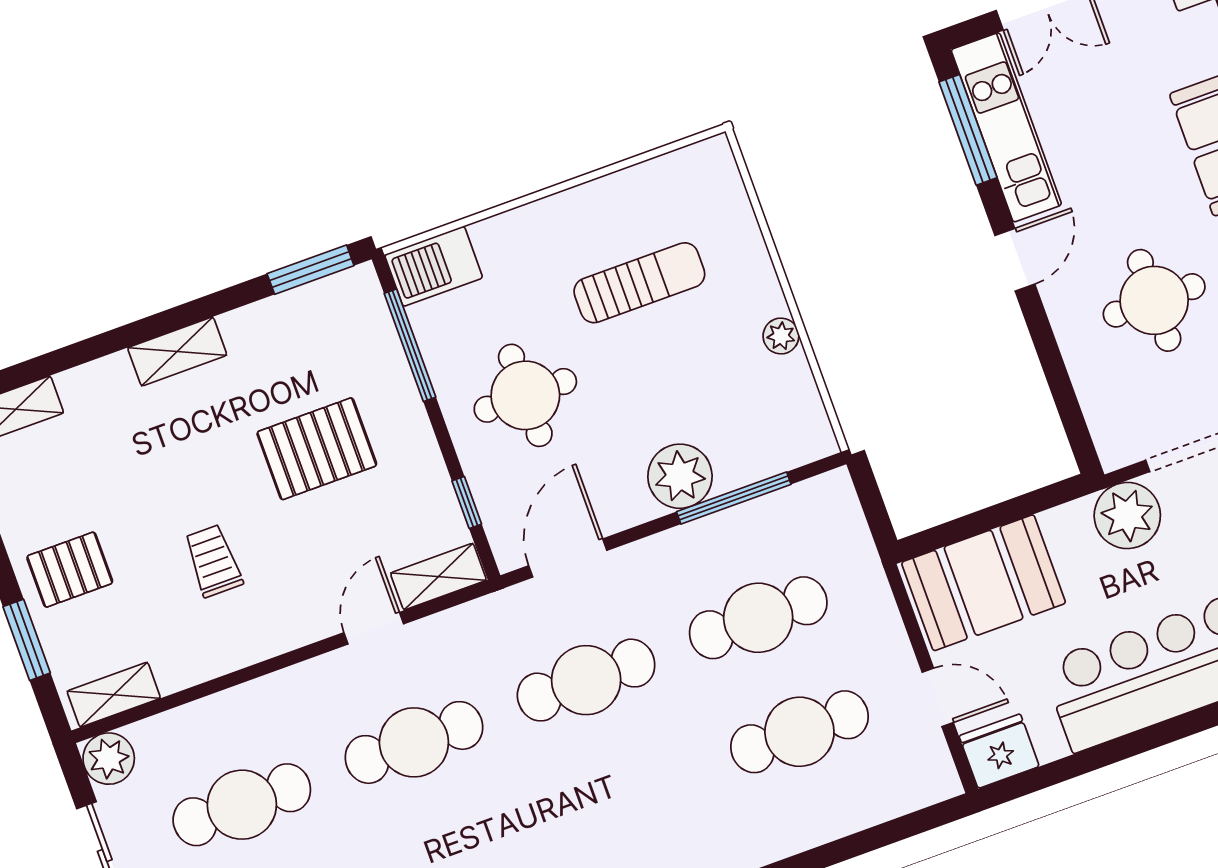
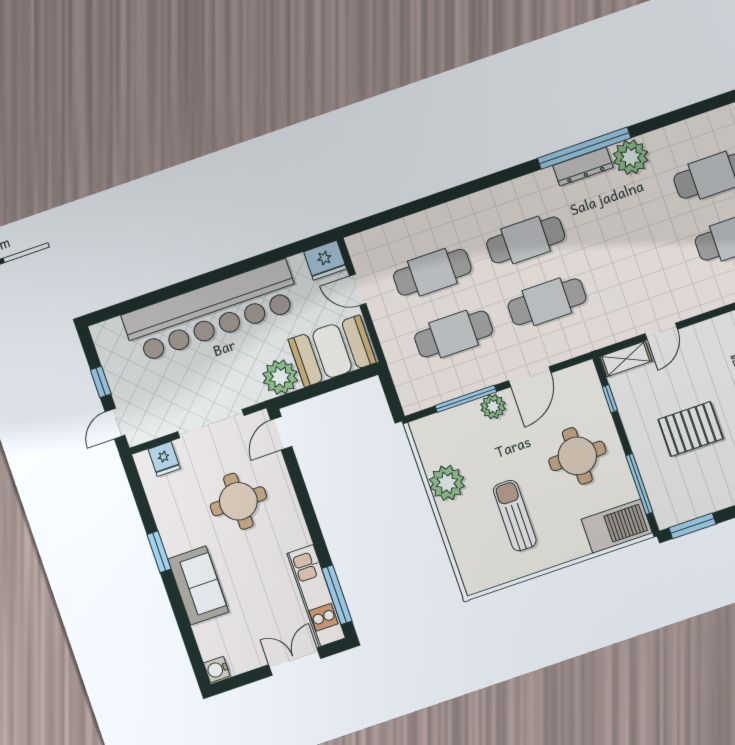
door: (1015, 260) -> (281, 433), moved
barbecue: (434, 266) -> (617, 526), width x1.37, depth x1.21
sun lounger: (639, 283) -> (515, 516), turned 90
plant: (781, 336) -> (447, 483), width x1.88, depth x1.88
plant: (680, 476) -> (493, 407), width x0.73, depth x0.73
plant: (1127, 515) -> (280, 377), moved
door: (568, 558) -> (530, 377), moved
cafe table: (414, 742) -> (526, 240), moved

